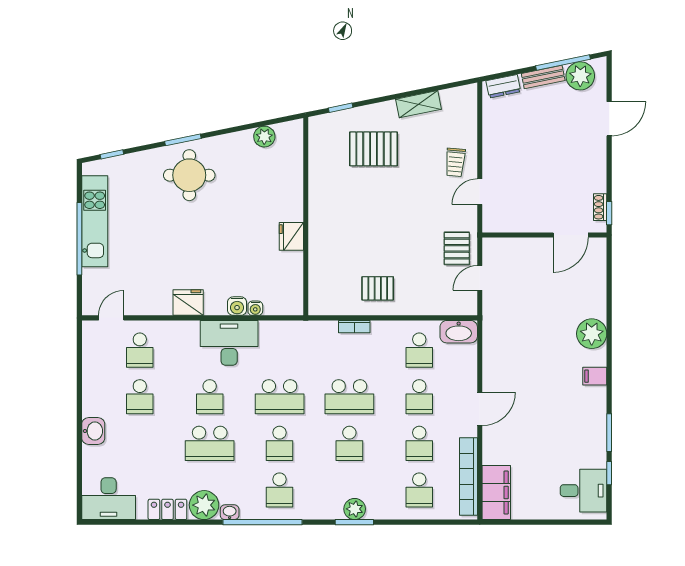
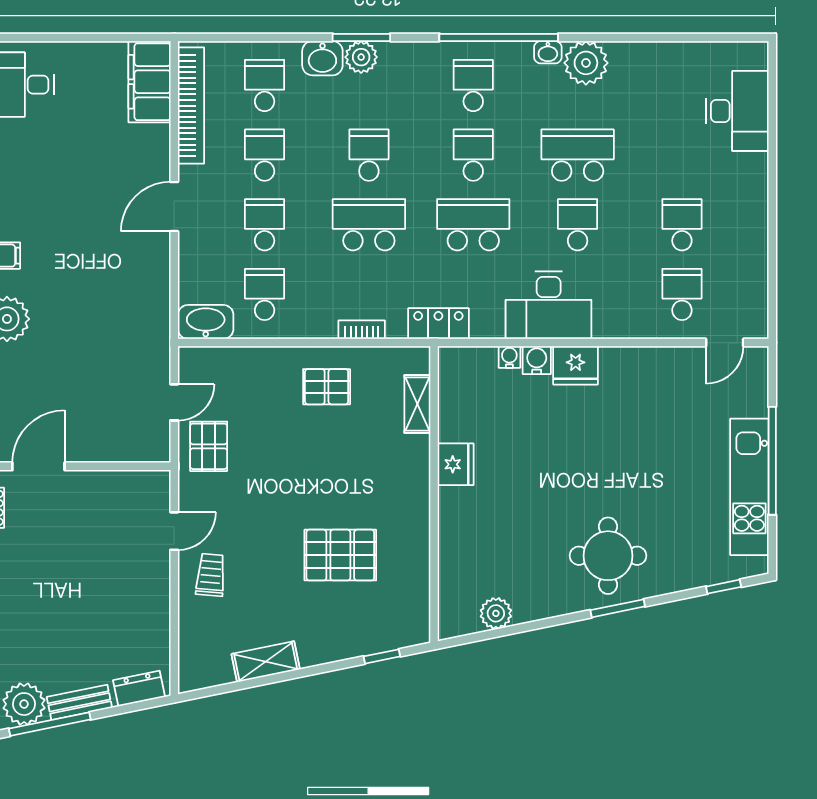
pallet: (373, 149) -> (340, 555), moved
shelving: (317, 277) -> (417, 404), added
fridge: (188, 303) -> (576, 365), moved
washbasin: (93, 431) -> (322, 58), moved, turned -90
desk: (109, 499) -> (737, 111), moved, turned 90
locker: (167, 509) -> (438, 324), moved, turned 180

